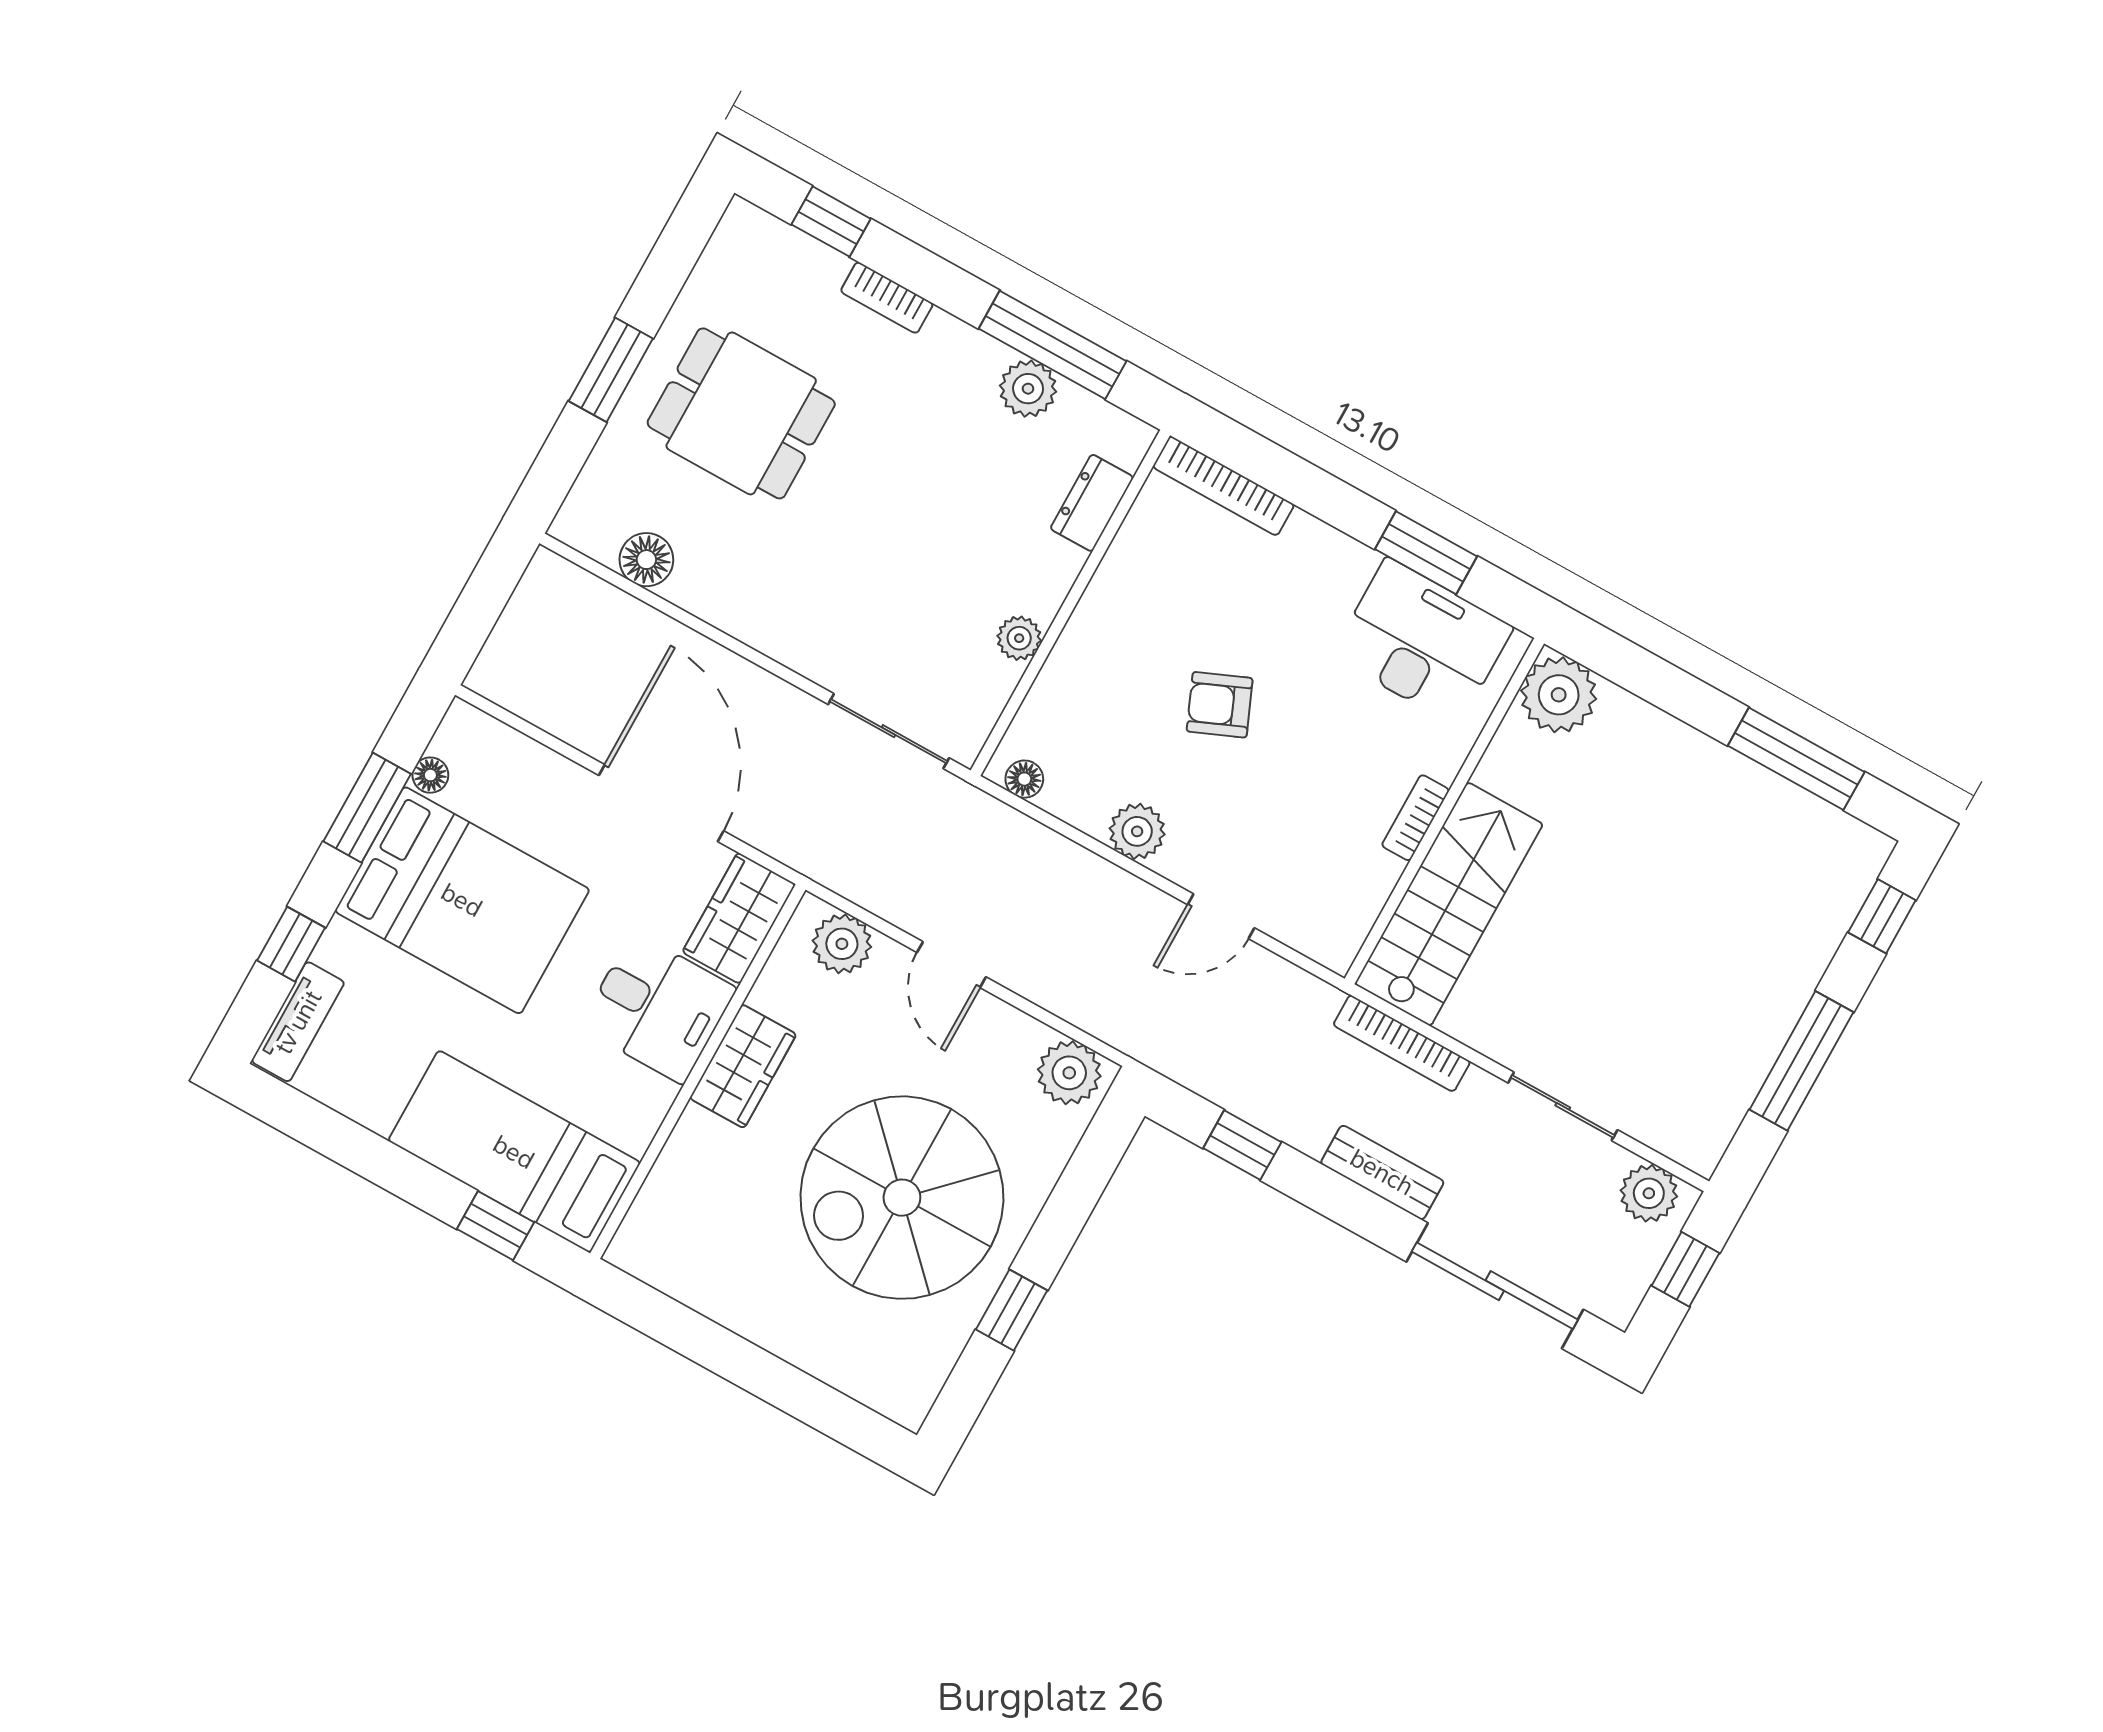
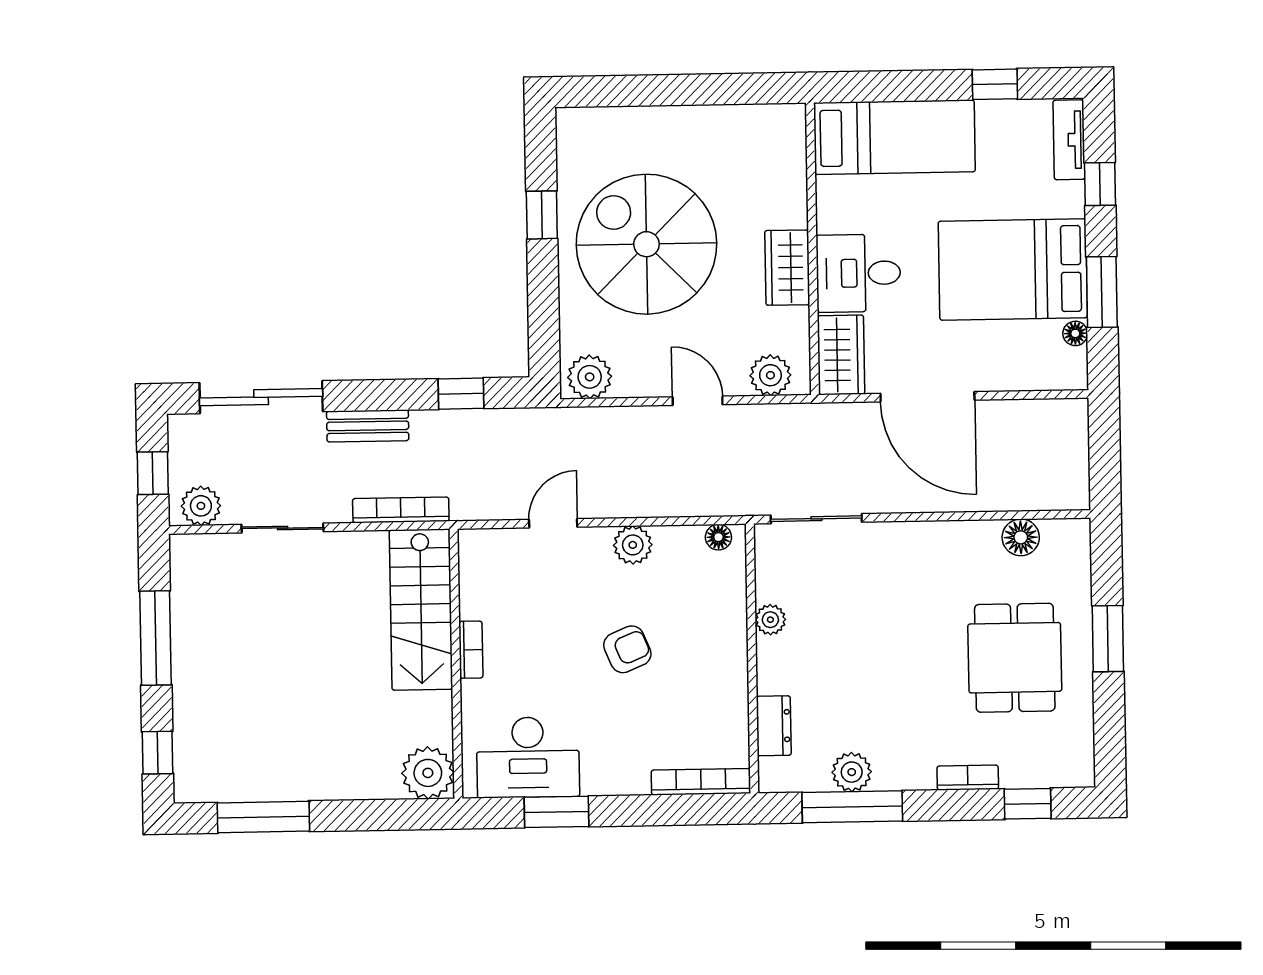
dining table: (741, 413) -> (1015, 658), turned 90
spiral stairs: (902, 1198) -> (646, 244), turned -90
window: (496, 1226) -> (995, 84), moved

